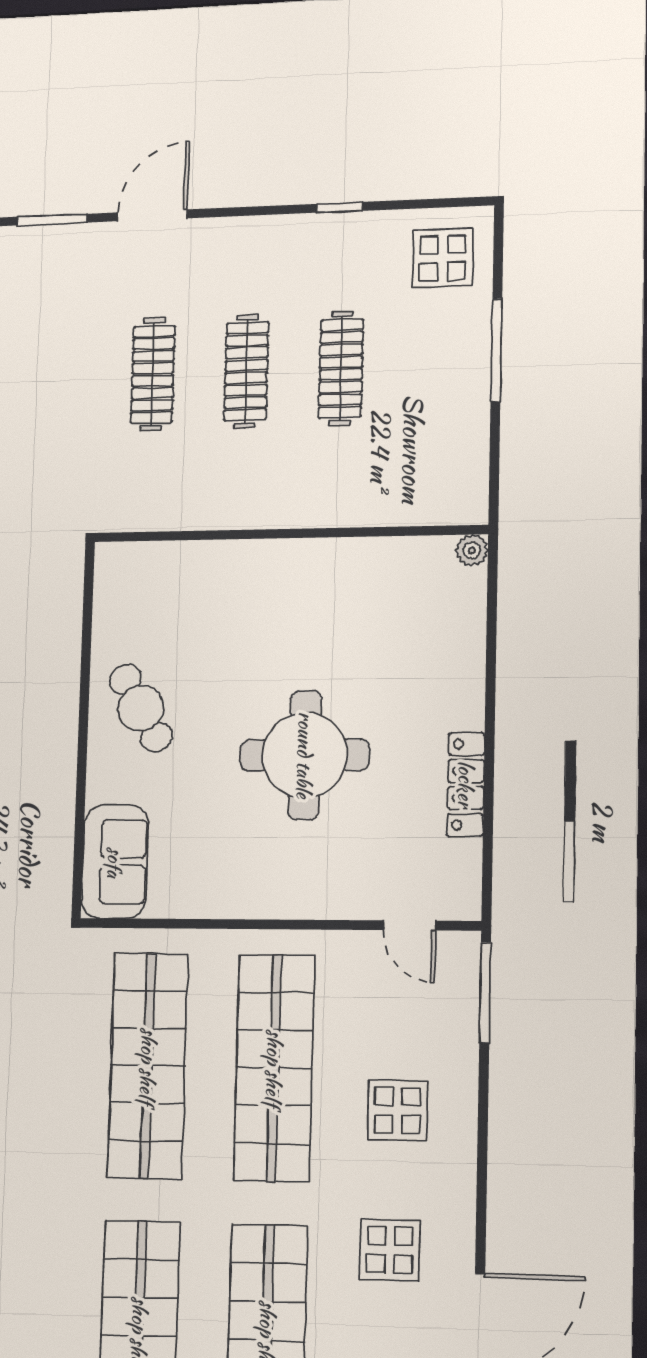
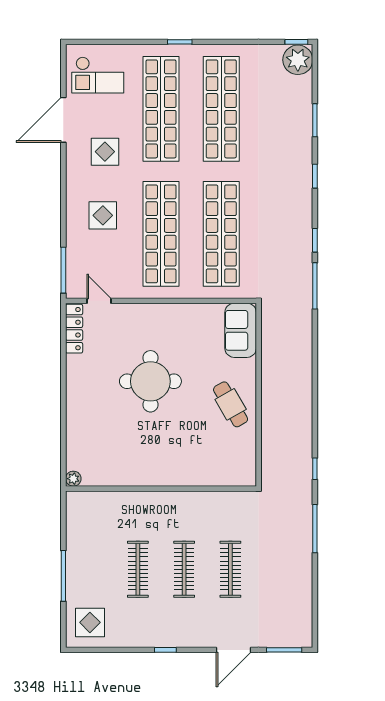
window: (340, 207) -> (165, 650), moved
locker: (466, 784) -> (74, 329), moved

